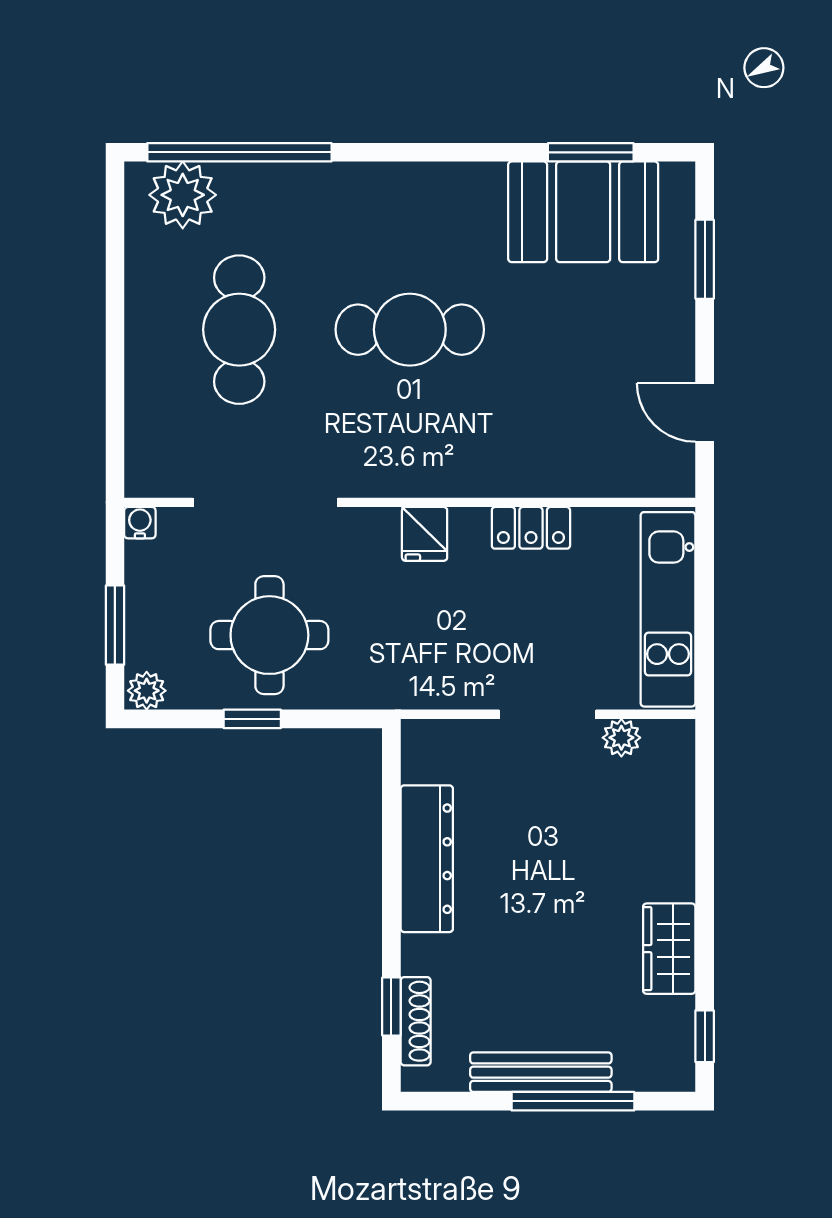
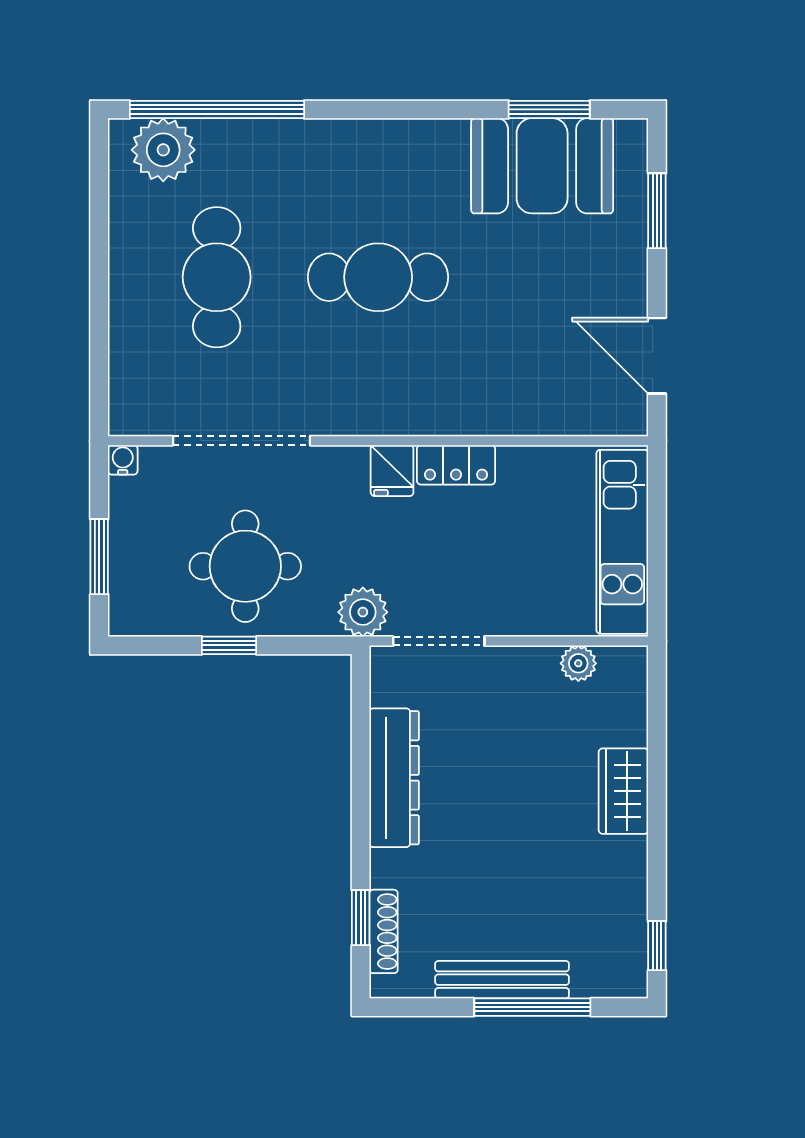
door: (705, 412) -> (657, 356), width x1.38
locker: (531, 528) -> (456, 465), moved
plant: (147, 691) -> (363, 612), moved, width x1.38, depth x1.38
doorway: (548, 714) -> (439, 641), moved
wardrobe: (669, 949) -> (623, 791), moved

